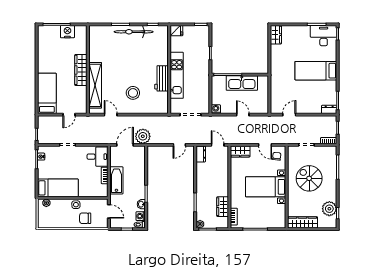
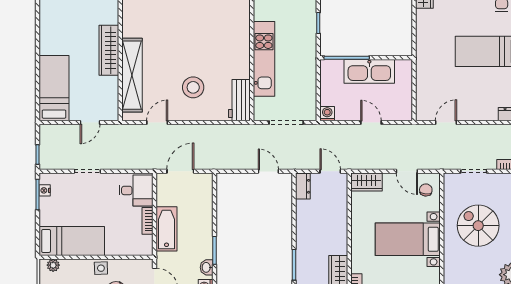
workbench: (162, 78) -> (239, 100), moved
door: (111, 115) -> (157, 123), hinge flipped
plant: (143, 136) -> (209, 158), removed
door: (179, 145) -> (268, 171), swing flipped

